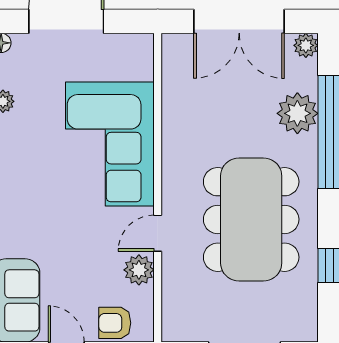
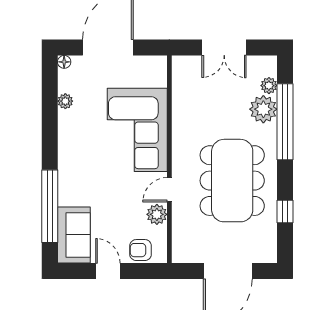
double door: (239, 21) -> (224, 47), width x0.73
plant: (306, 45) -> (269, 86), moved

